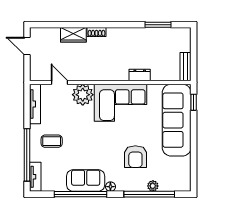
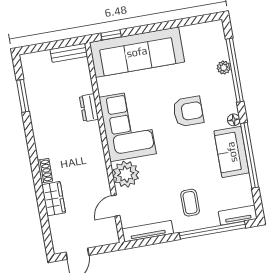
armchair: (135, 157) -> (188, 112), moved

